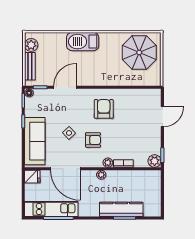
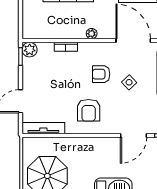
tv unit: (143, 94) -> (43, 128), added
plant: (108, 163) -> (84, 48), removed

